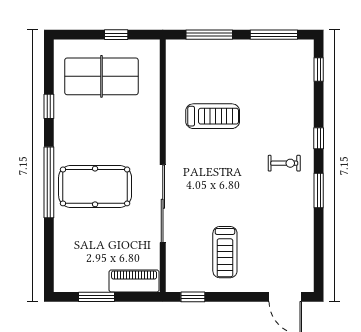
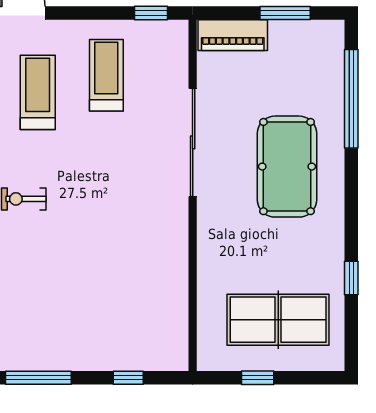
window: (209, 35) -> (128, 378), width x0.46
treadmill: (213, 116) -> (38, 92), moved, turned 90
window: (49, 182) -> (351, 99), moved
pool table: (95, 186) -> (287, 167), turned 90

